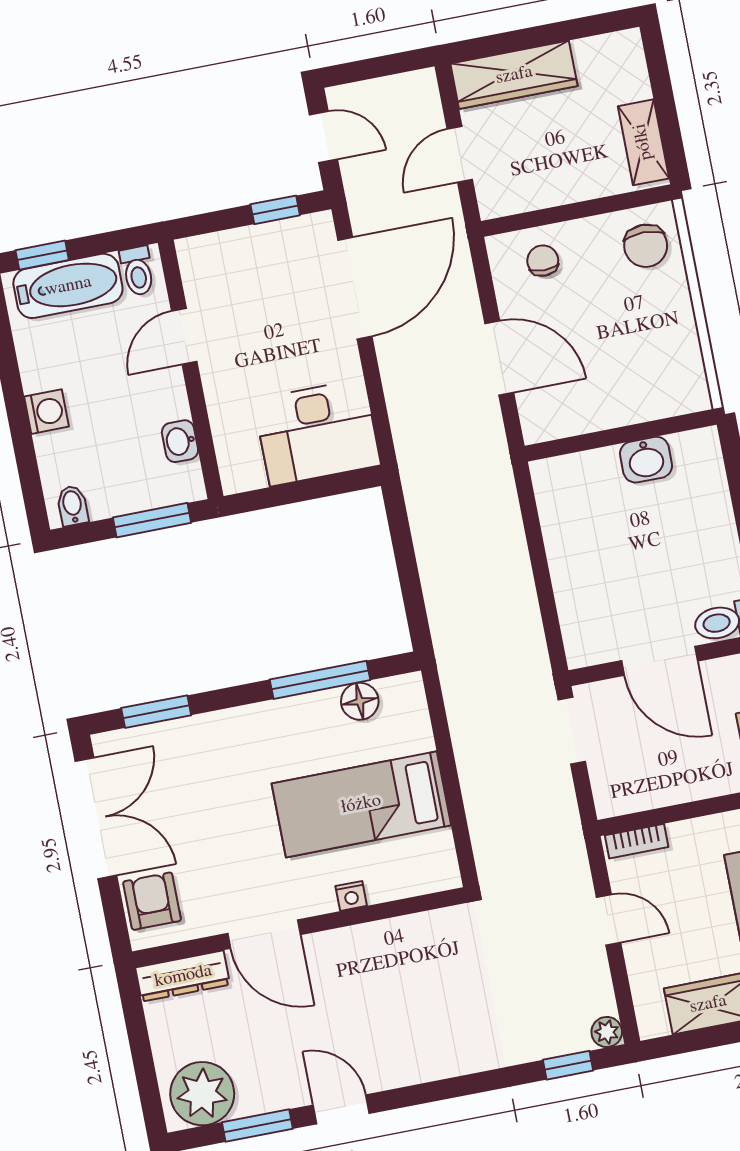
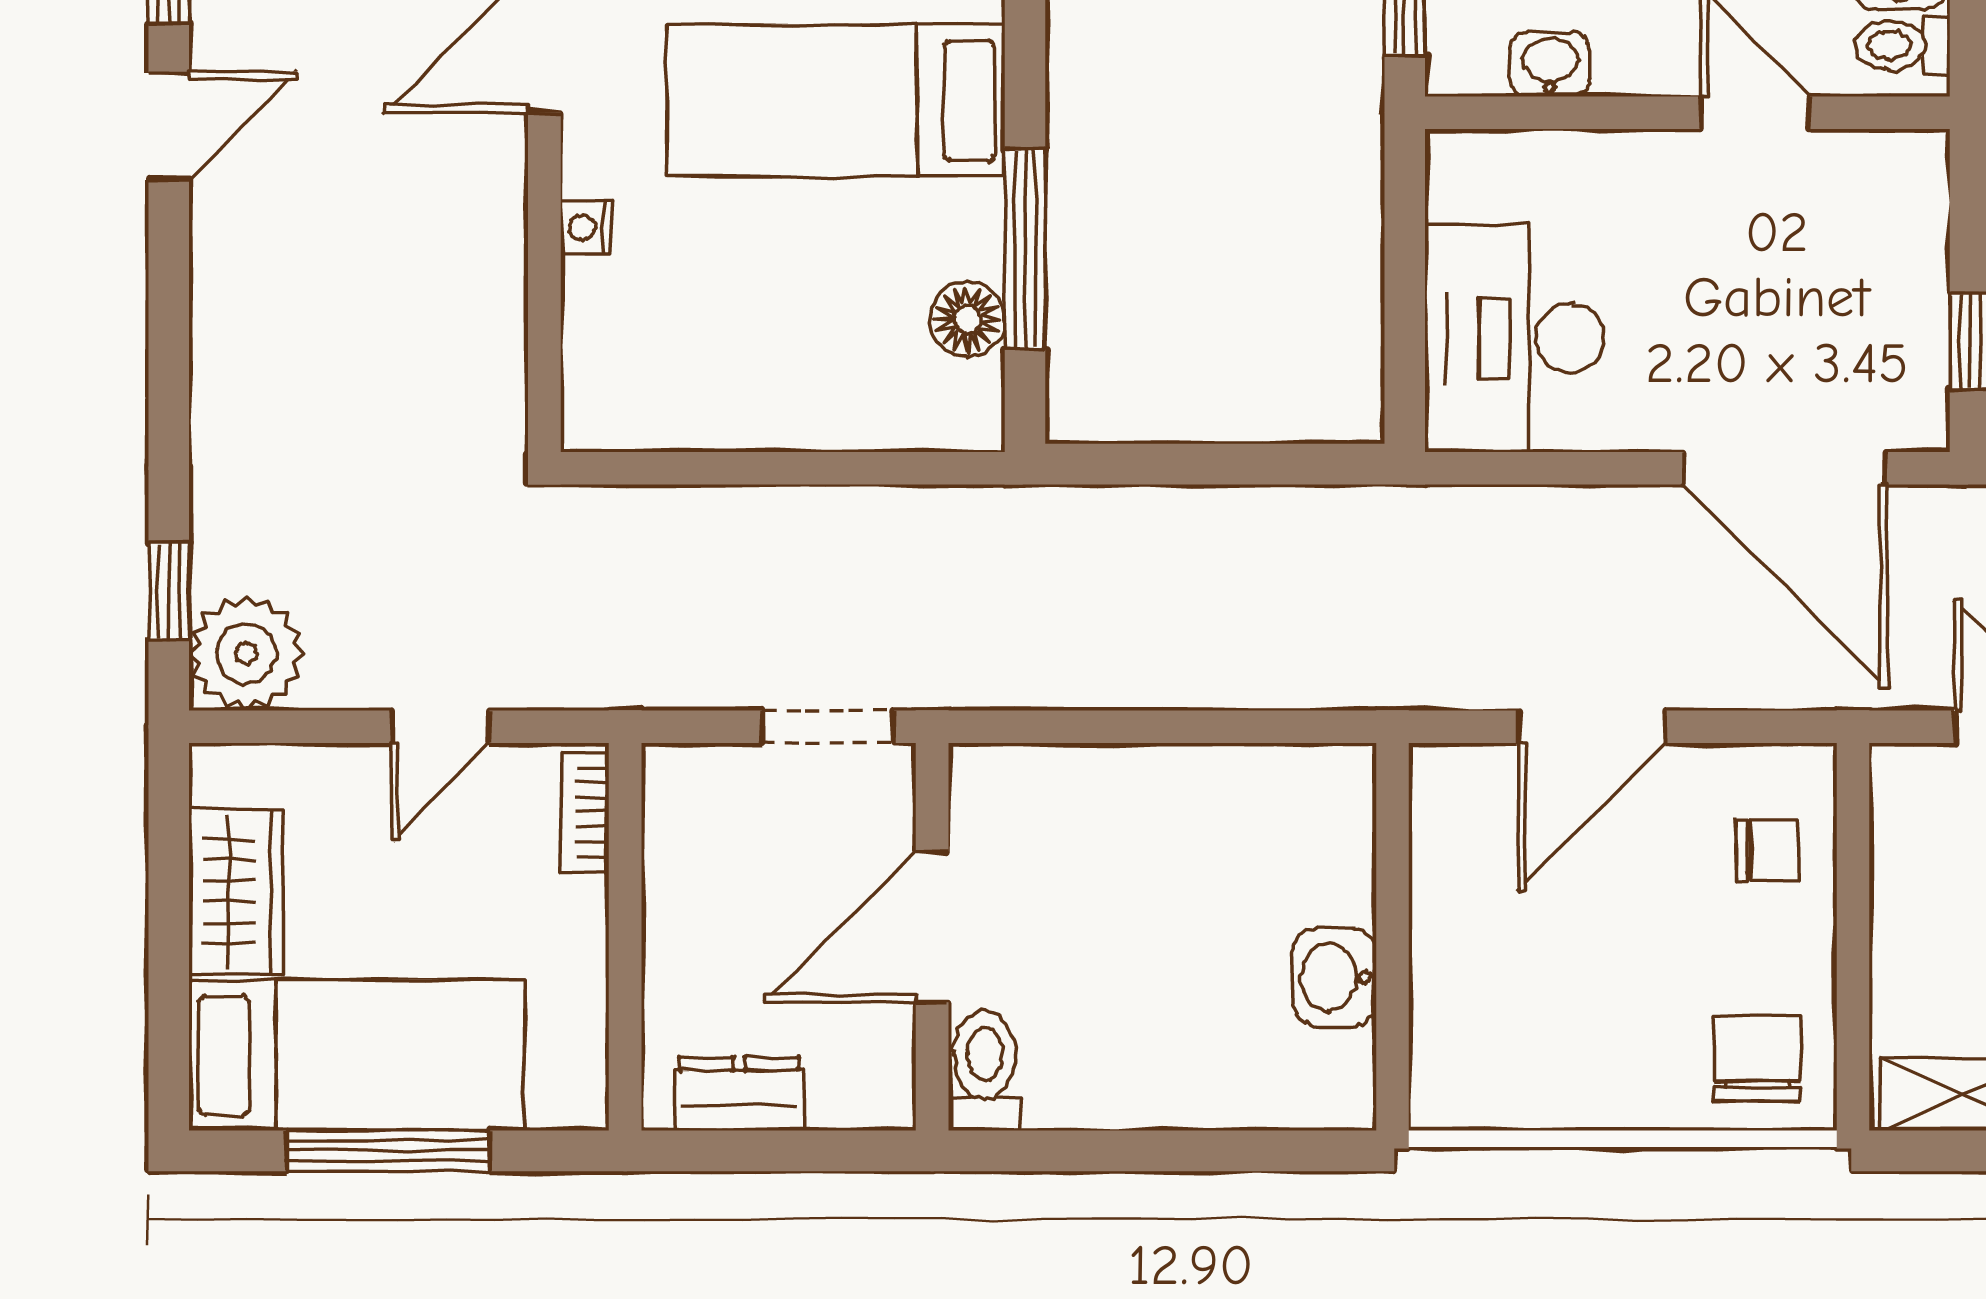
chair: (646, 246) -> (1757, 1059), turned 90
bed: (361, 804) -> (836, 101), moved, turned -90
plant: (607, 1032) -> (246, 653), width x1.87, depth x1.87

